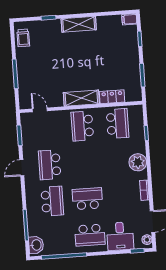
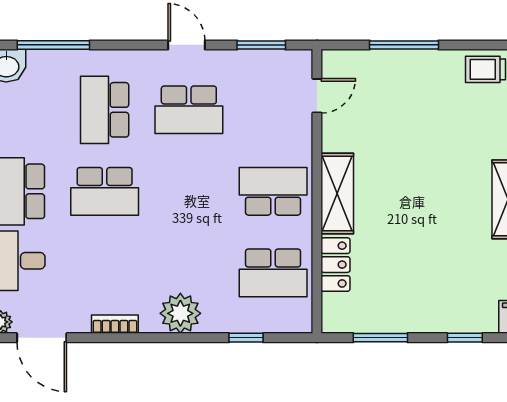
school desk: (50, 165) -> (189, 110), turned 180
school desk: (87, 199) -> (105, 191), turned 90
school desk: (52, 201) -> (105, 110), turned 90

